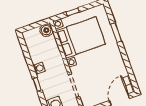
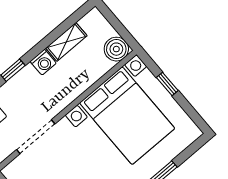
shelving: (33, 53) -> (66, 42), added

